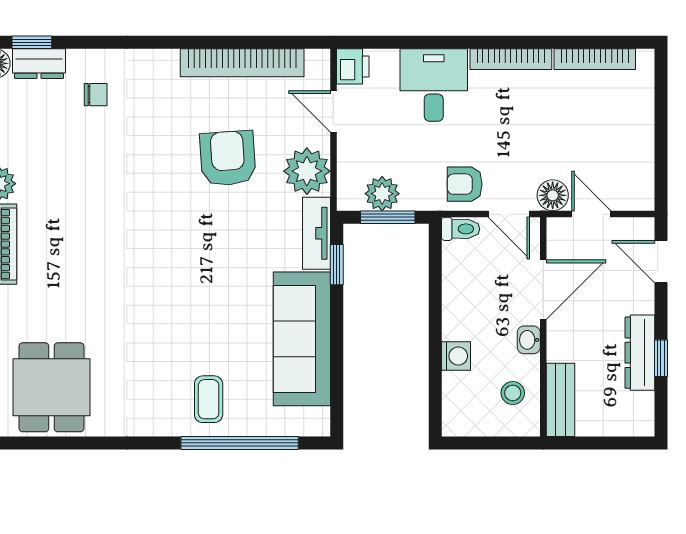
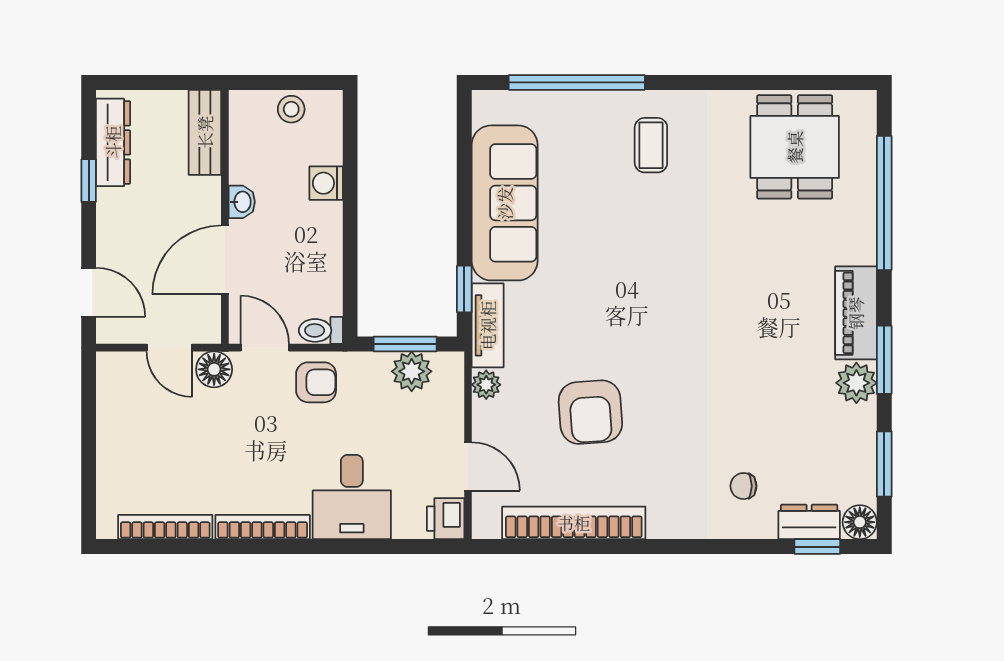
plant: (307, 171) -> (486, 385), width x0.53, depth x0.53
dresser: (640, 353) -> (113, 142), moved
stool: (513, 393) -> (291, 109), moved
coffee table: (209, 399) -> (651, 145), moved

